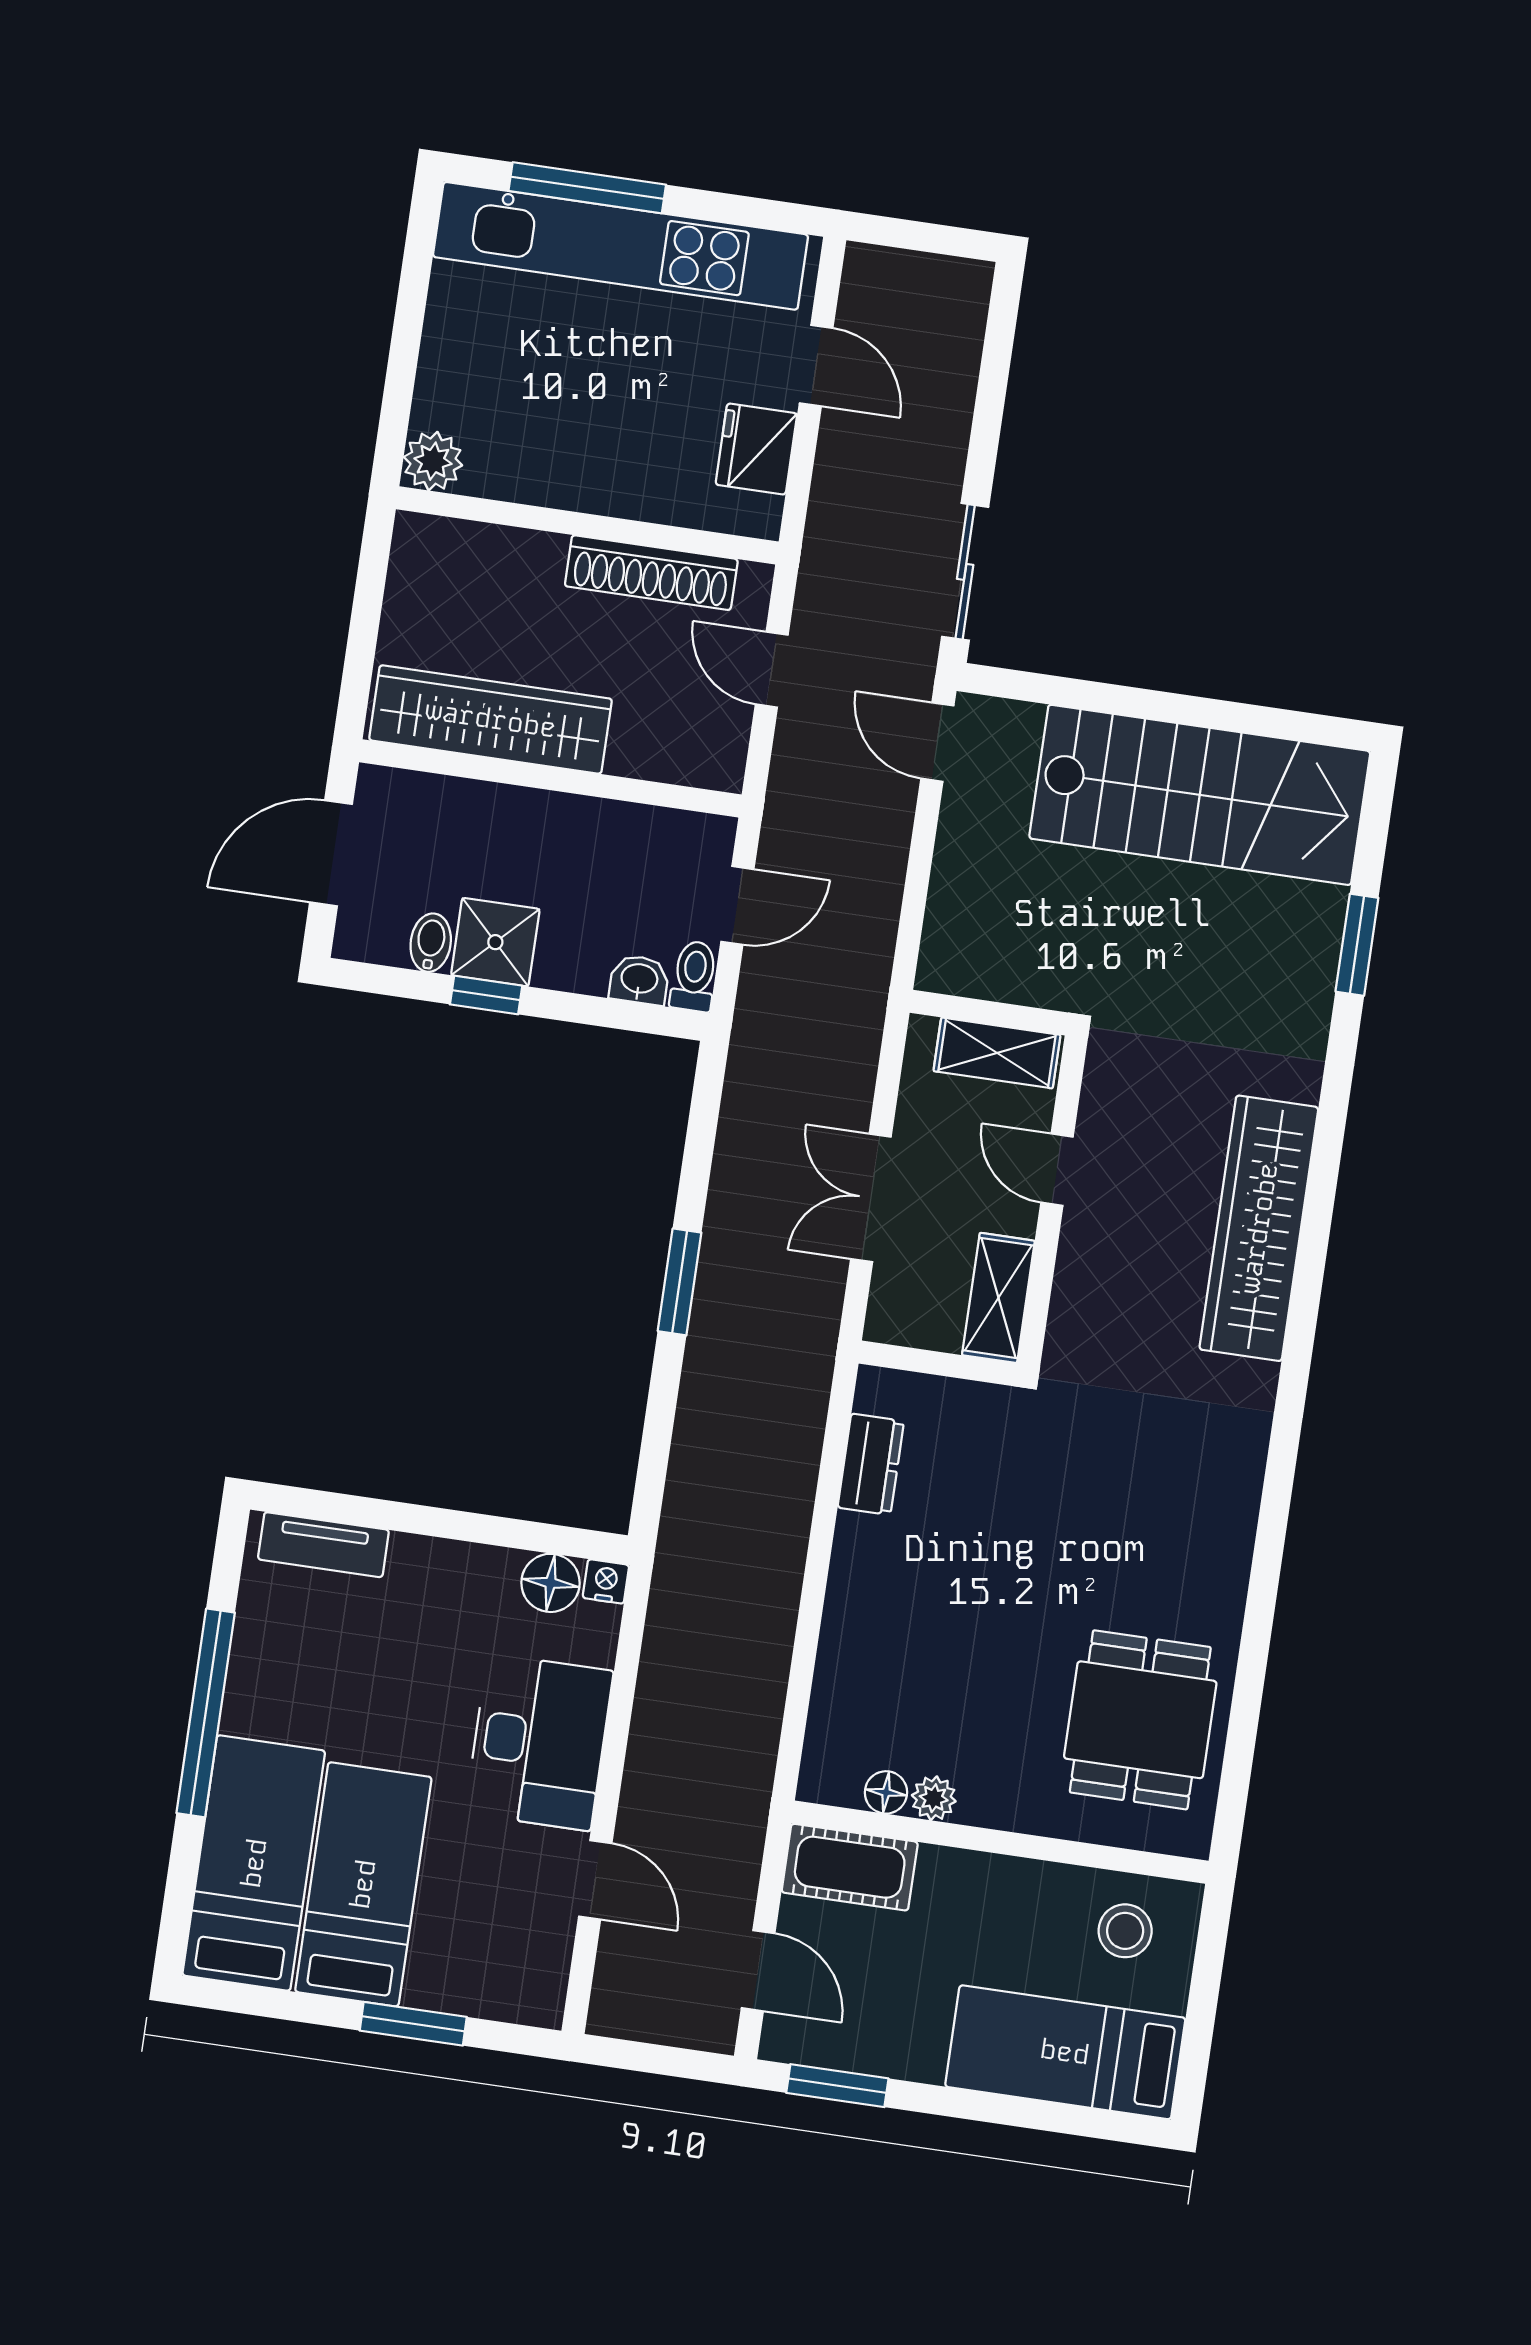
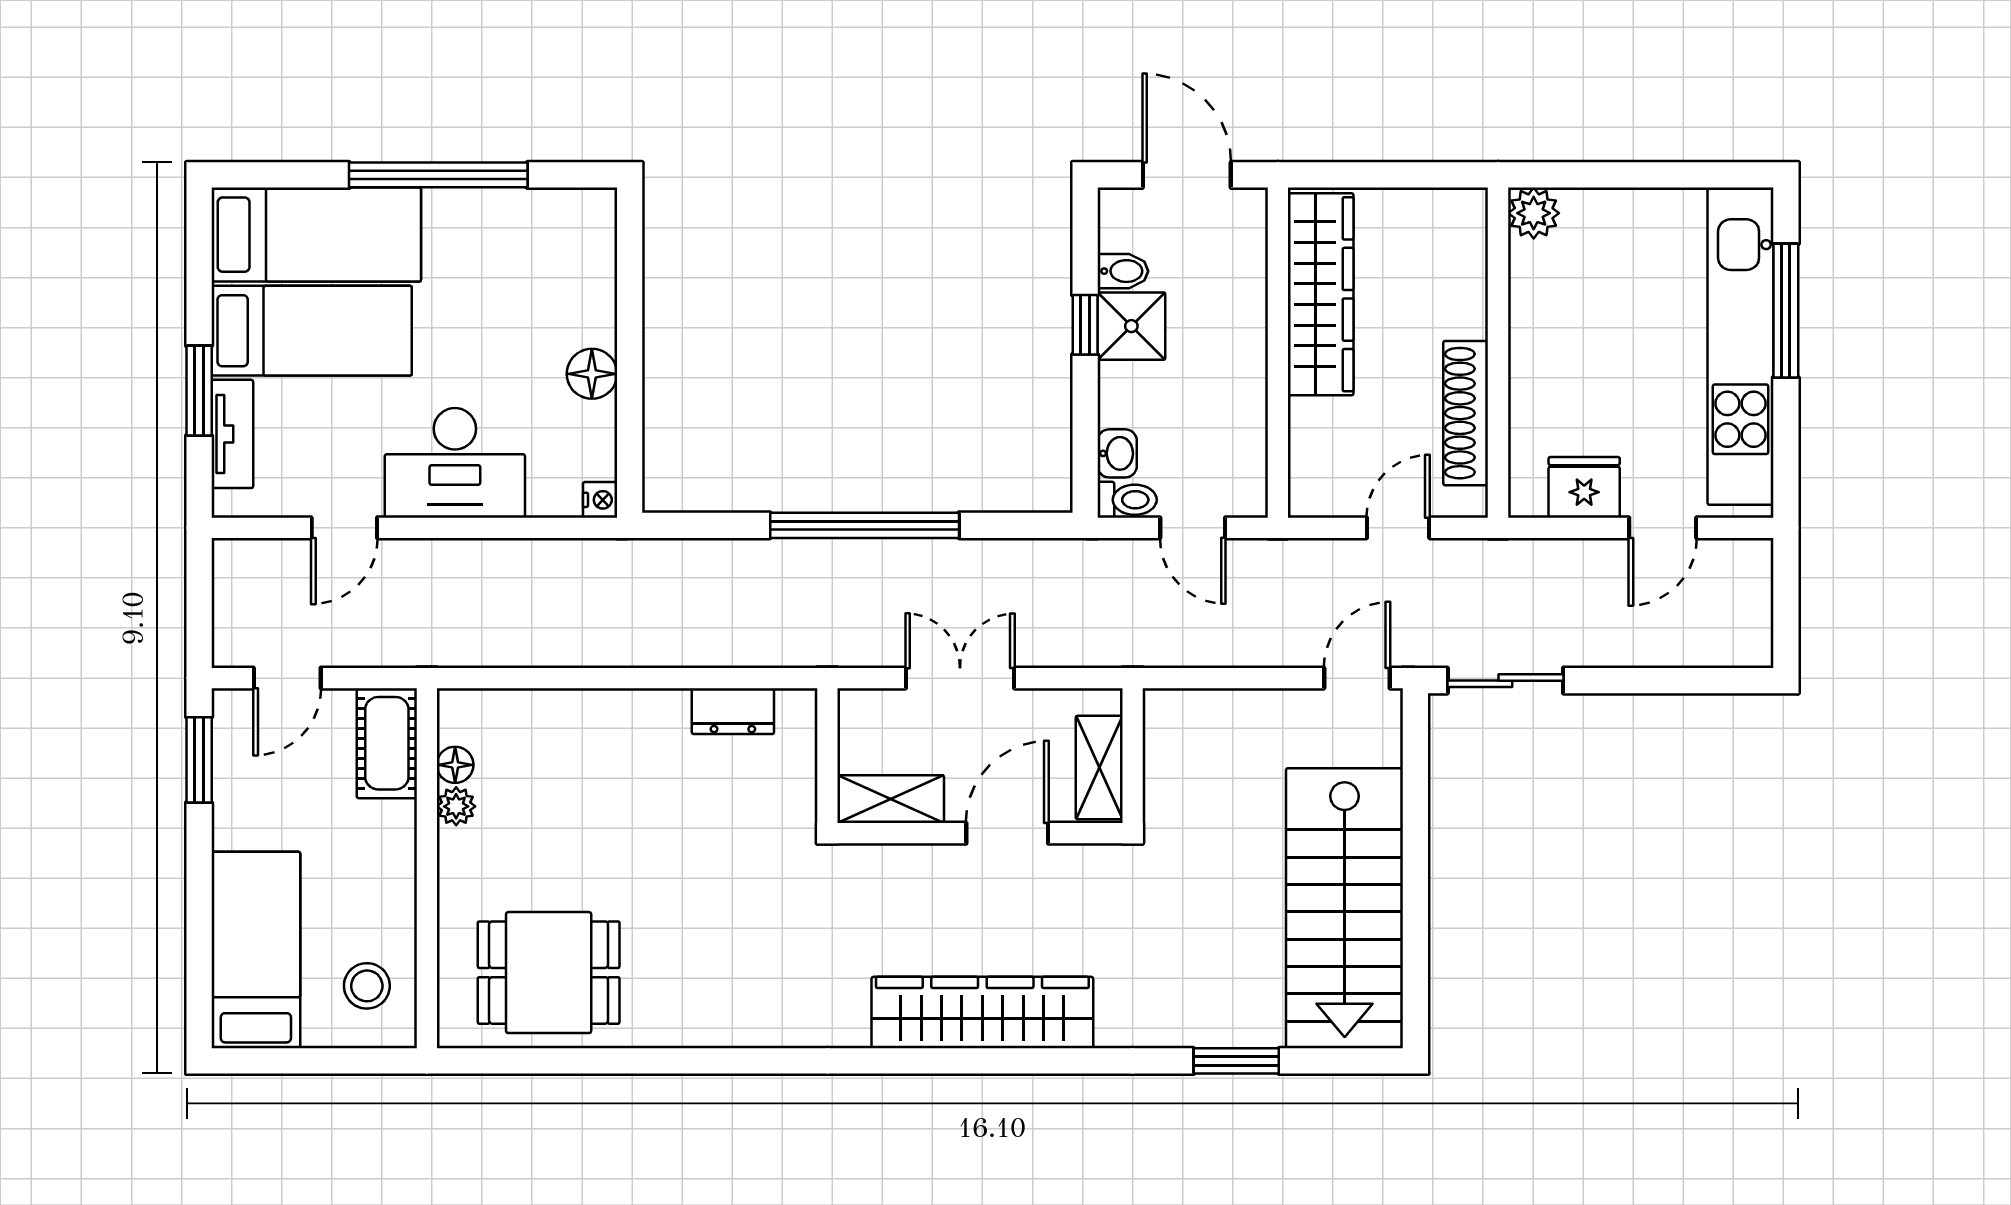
door: (1057, 1170) -> (1007, 833), width x1.38
window: (680, 1282) -> (865, 525), width x2.11
tv unit: (323, 1545) -> (232, 434), moved, turned 180
floor lamp: (550, 1583) -> (592, 374), moved

